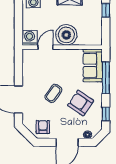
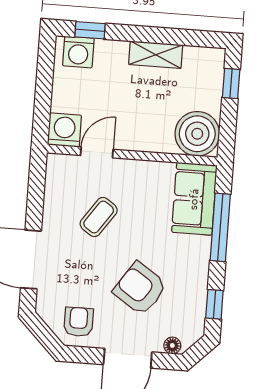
boiler: (66, 35) -> (197, 134), moved
coffee table: (53, 93) -> (99, 217), moved
armchair: (81, 103) -> (140, 289), moved

